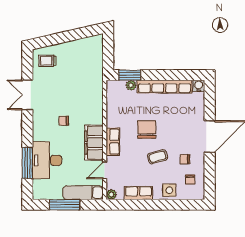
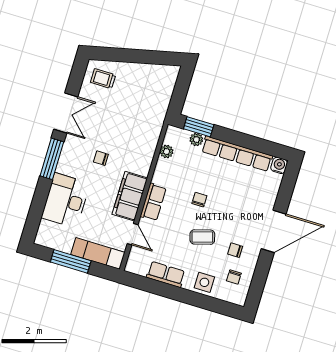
double door: (27, 95) -> (66, 113), swing flipped
chair: (147, 129) -> (199, 200), width x0.54, depth x0.54
window: (27, 163) -> (52, 159), moved
door: (105, 170) -> (133, 234), swing flipped
plant: (111, 195) -> (167, 151), moved

